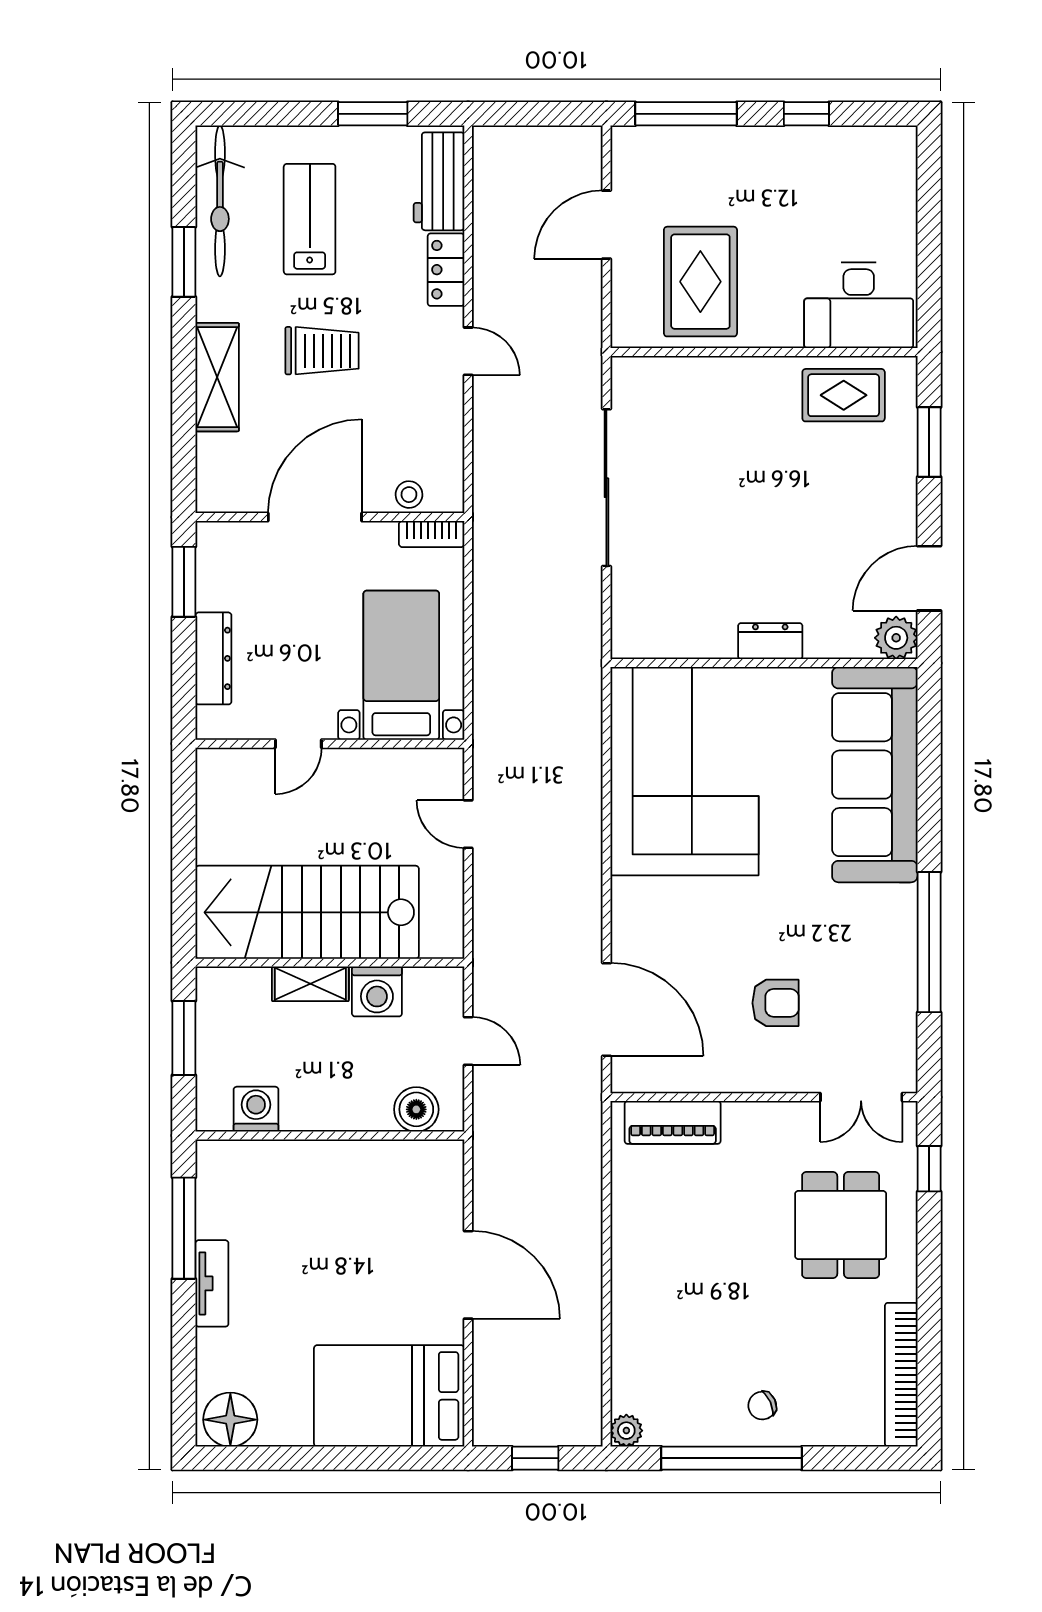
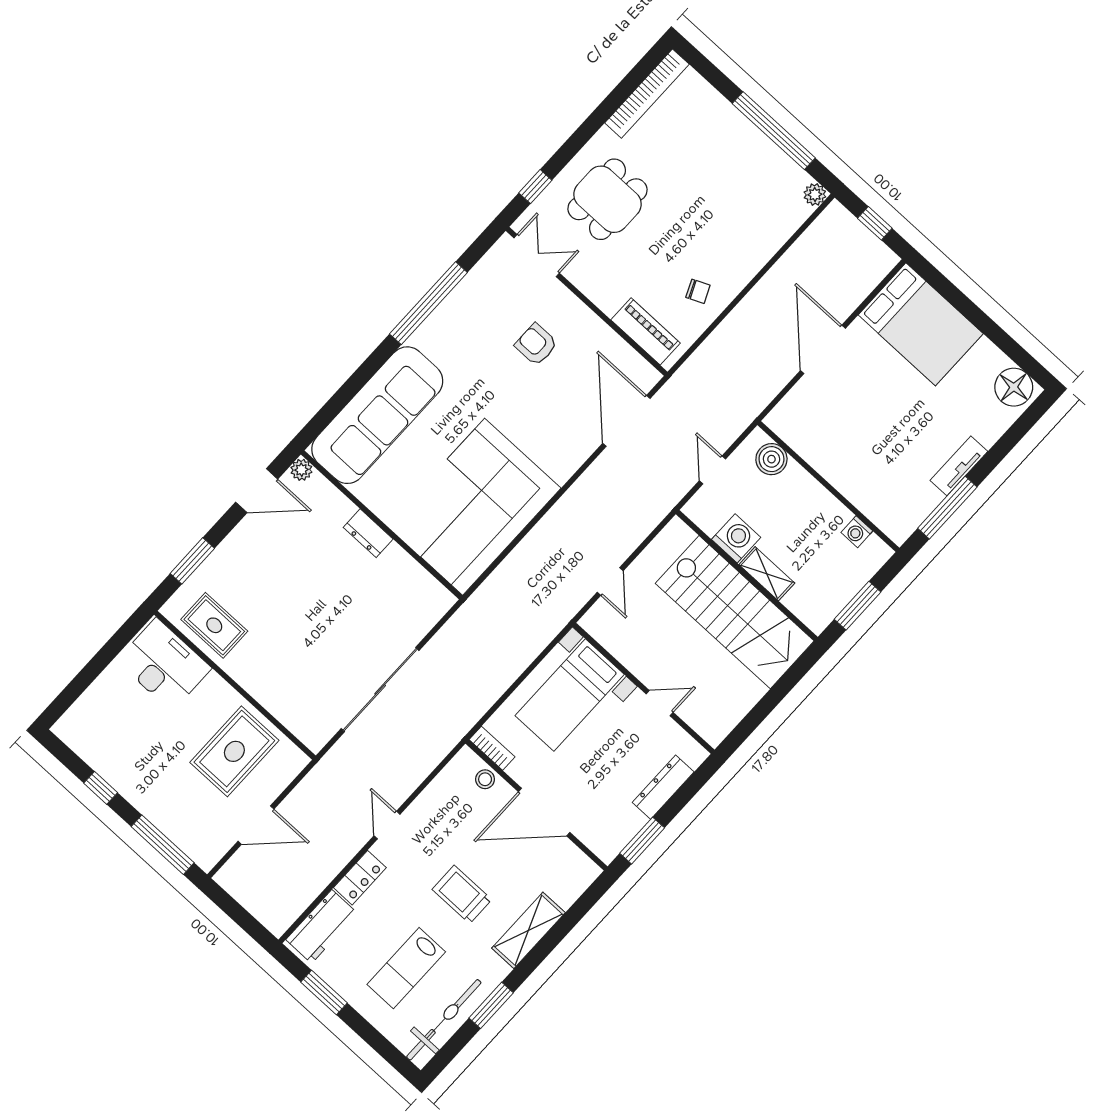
plant: (896, 638) -> (301, 470), width x0.73, depth x0.73
washing machine: (256, 1109) -> (857, 532), width x0.73, depth x0.73
chair: (762, 1406) -> (698, 291), moved

